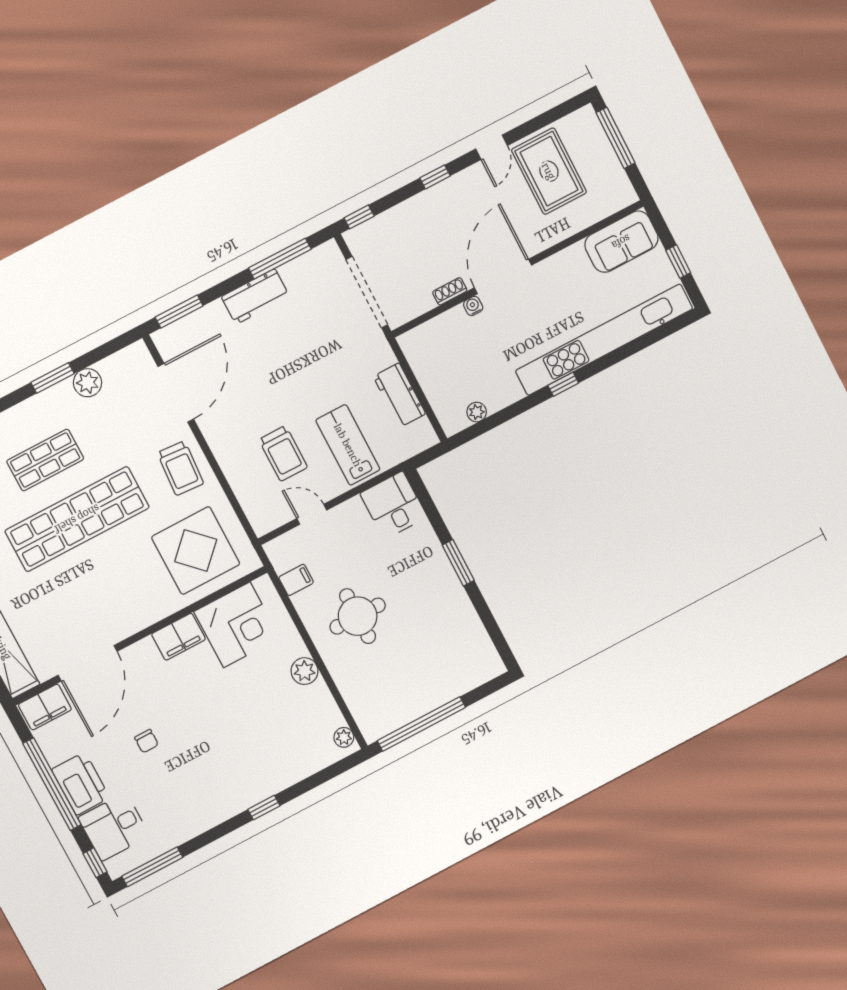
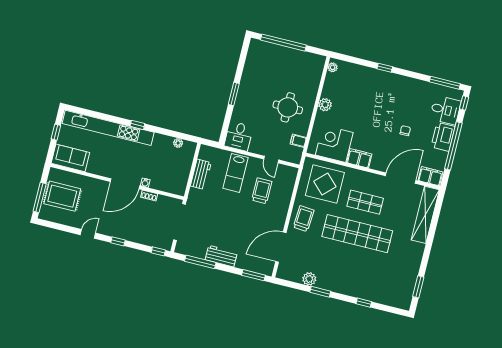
rug: (549, 171) -> (62, 196), moved, turned 90
shop shelf: (45, 460) -> (365, 202), moved
window: (421, 724) -> (283, 43), moved

